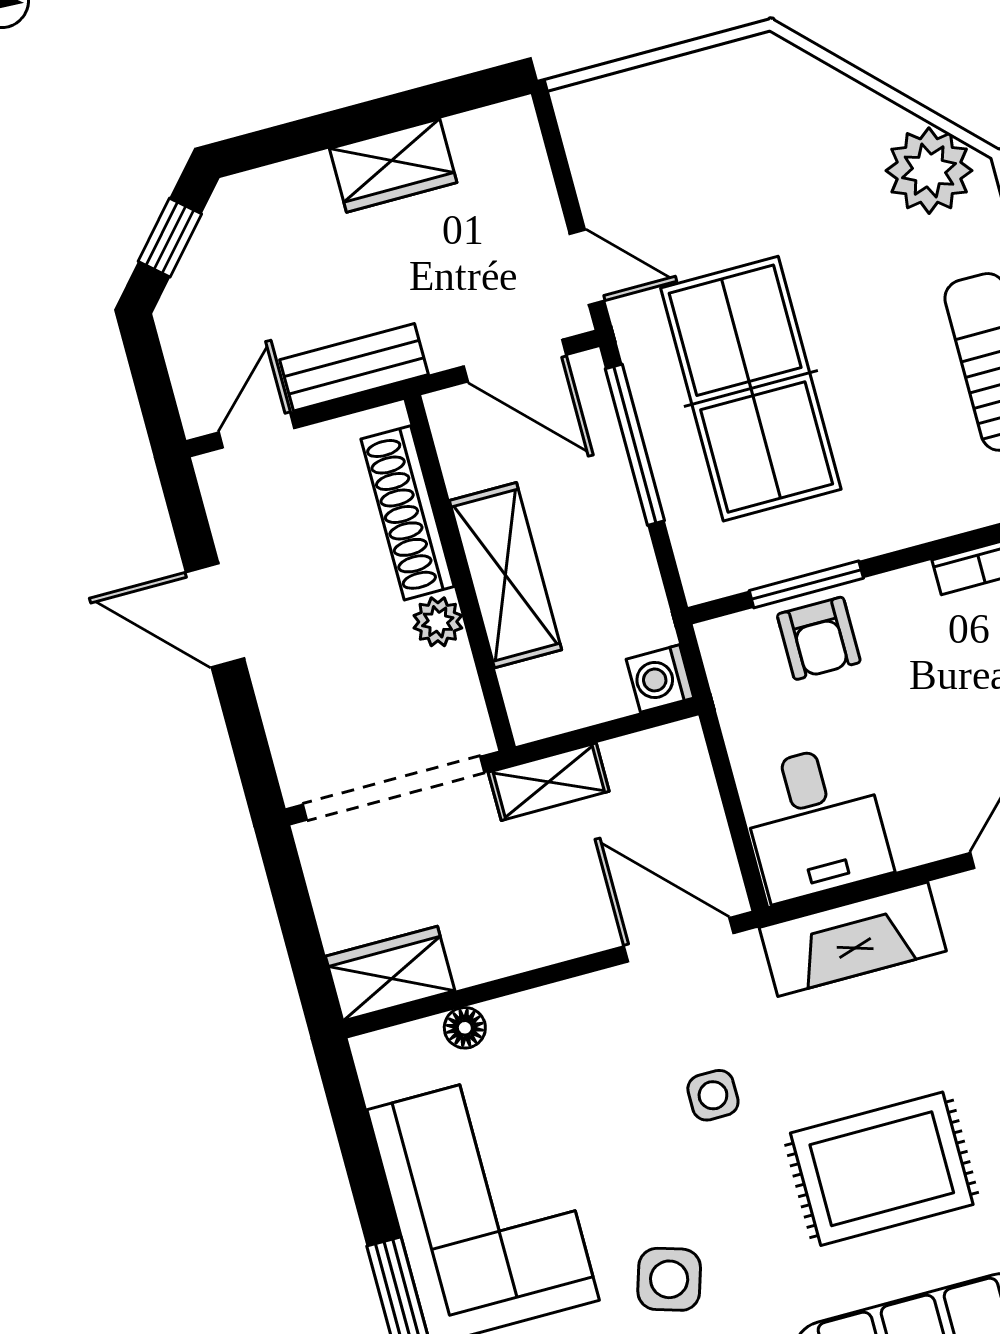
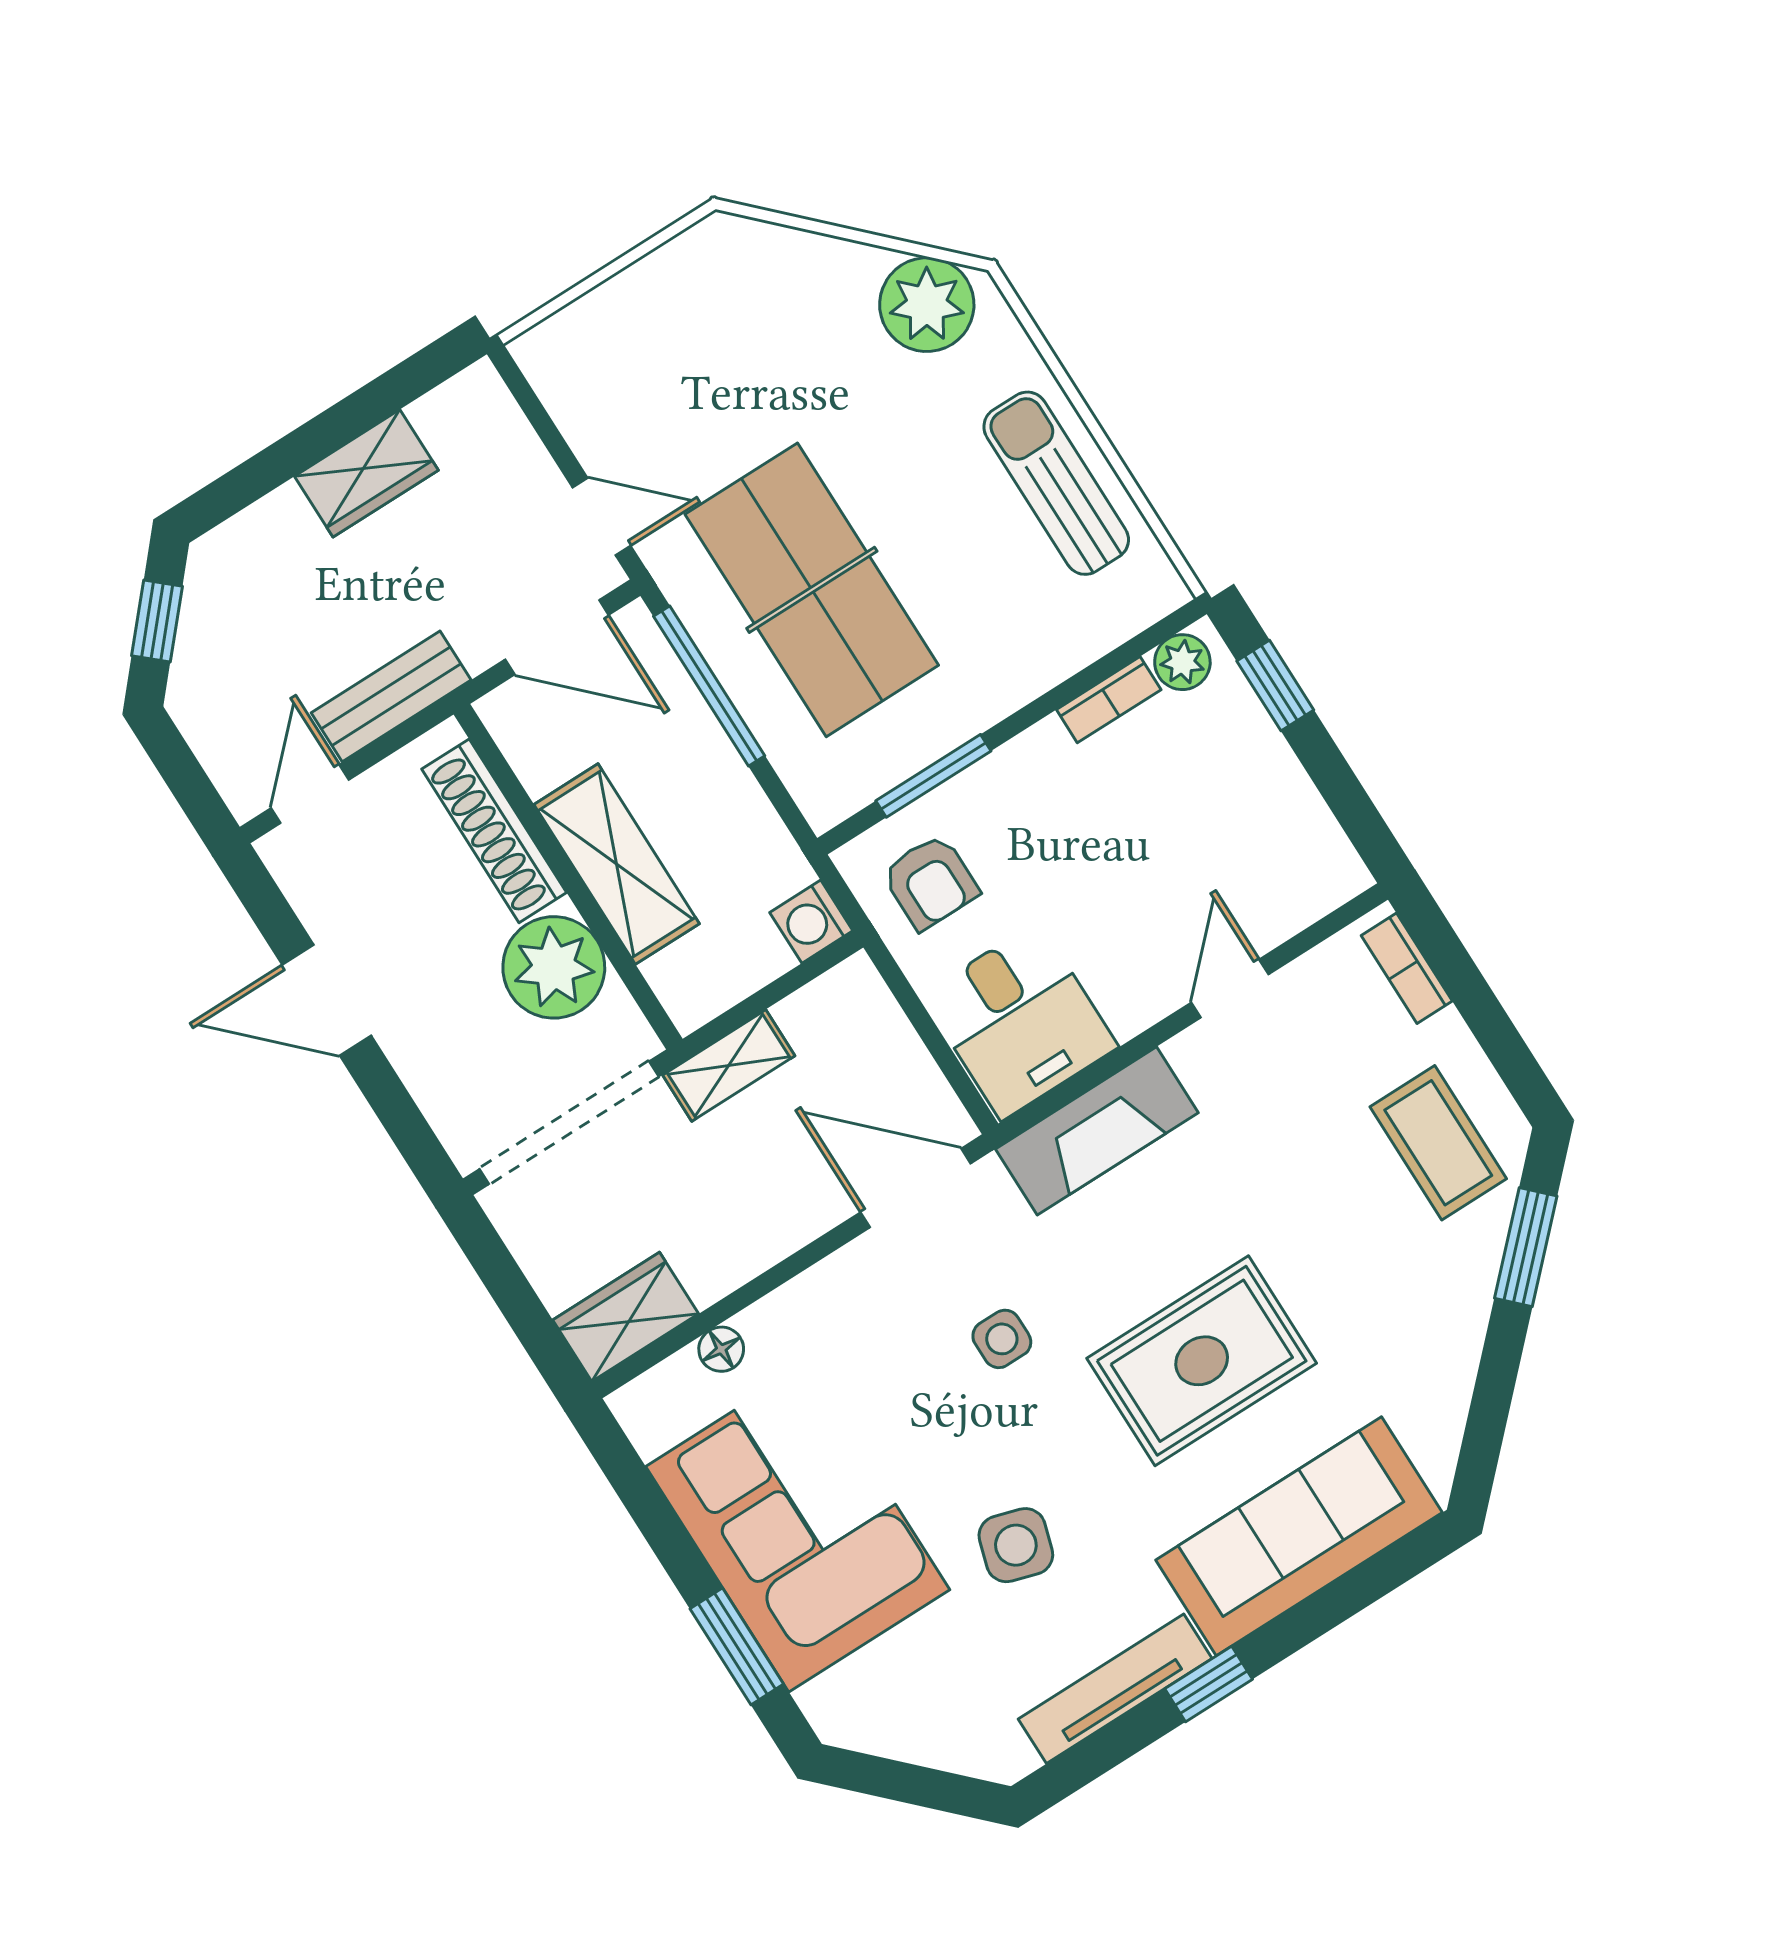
plant: (438, 622) -> (554, 967), width x1.87, depth x1.87
armchair: (819, 638) -> (930, 882), moved

